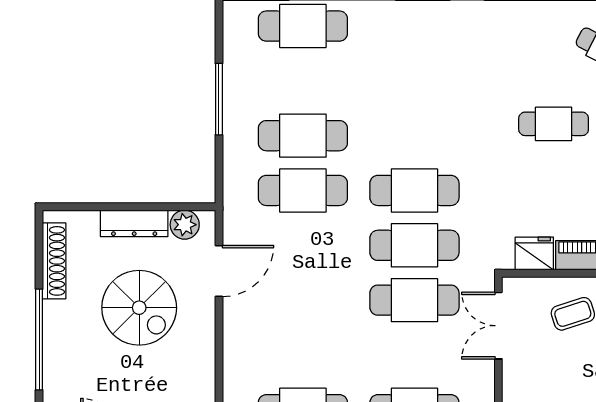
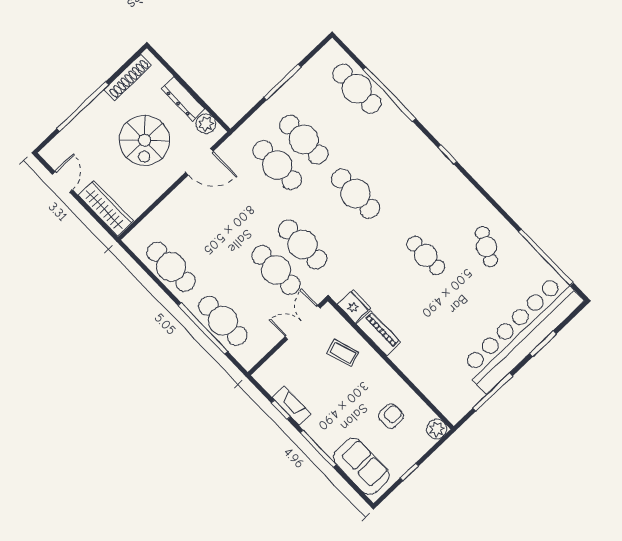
cafe table: (414, 190) -> (356, 194), moved

